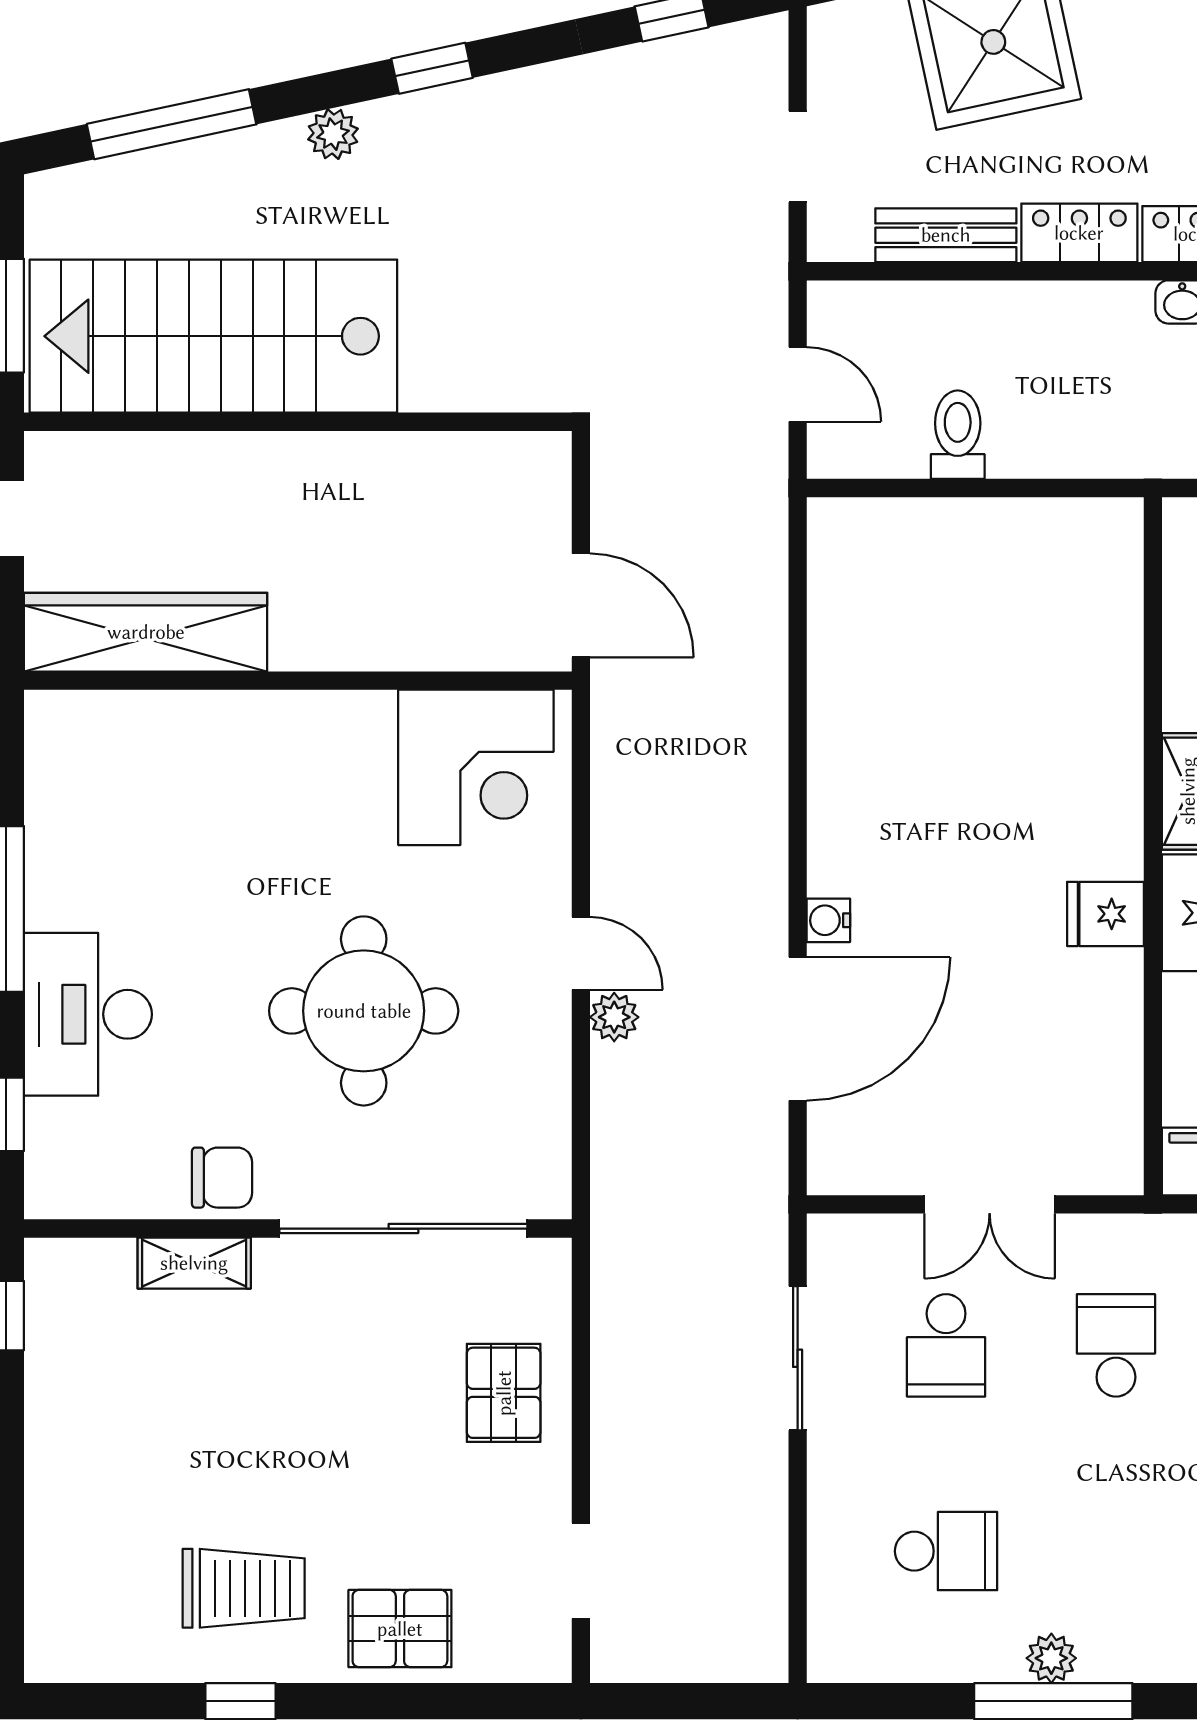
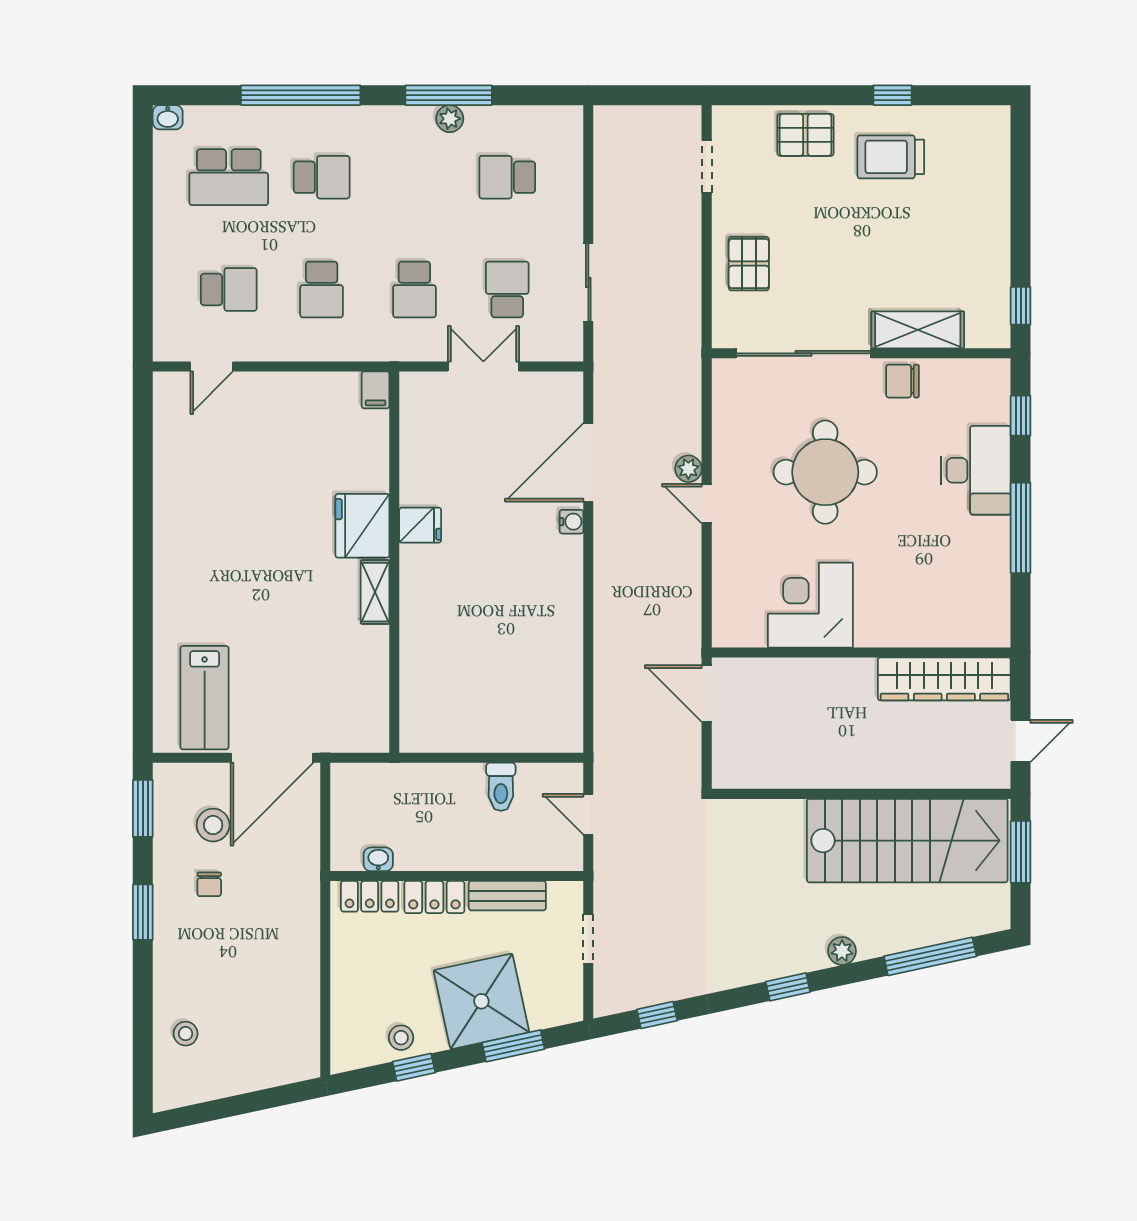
corner desk: (476, 767) -> (810, 605), moved
shelving: (194, 1263) -> (918, 330), width x1.50, depth x1.33

